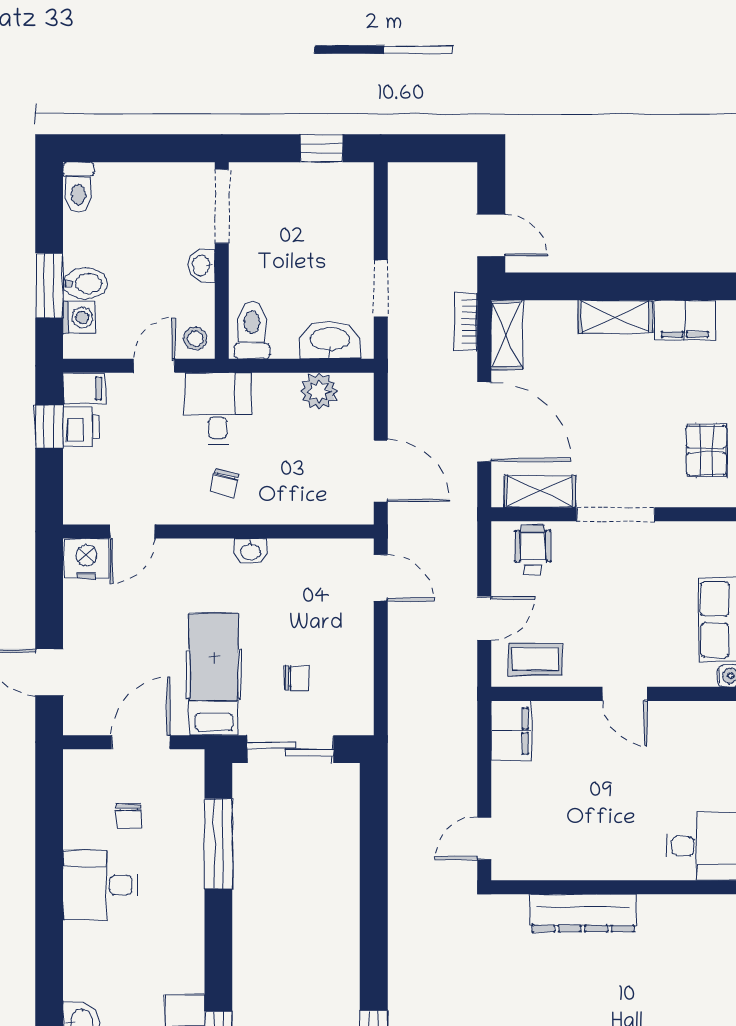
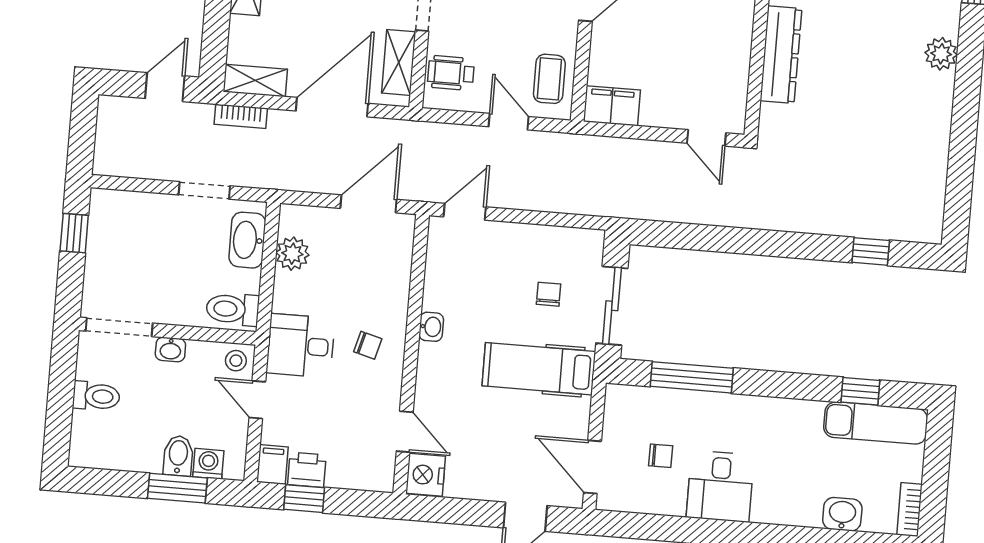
toilet: (78, 187) -> (96, 396), moved
door: (141, 742) -> (592, 467), moved

